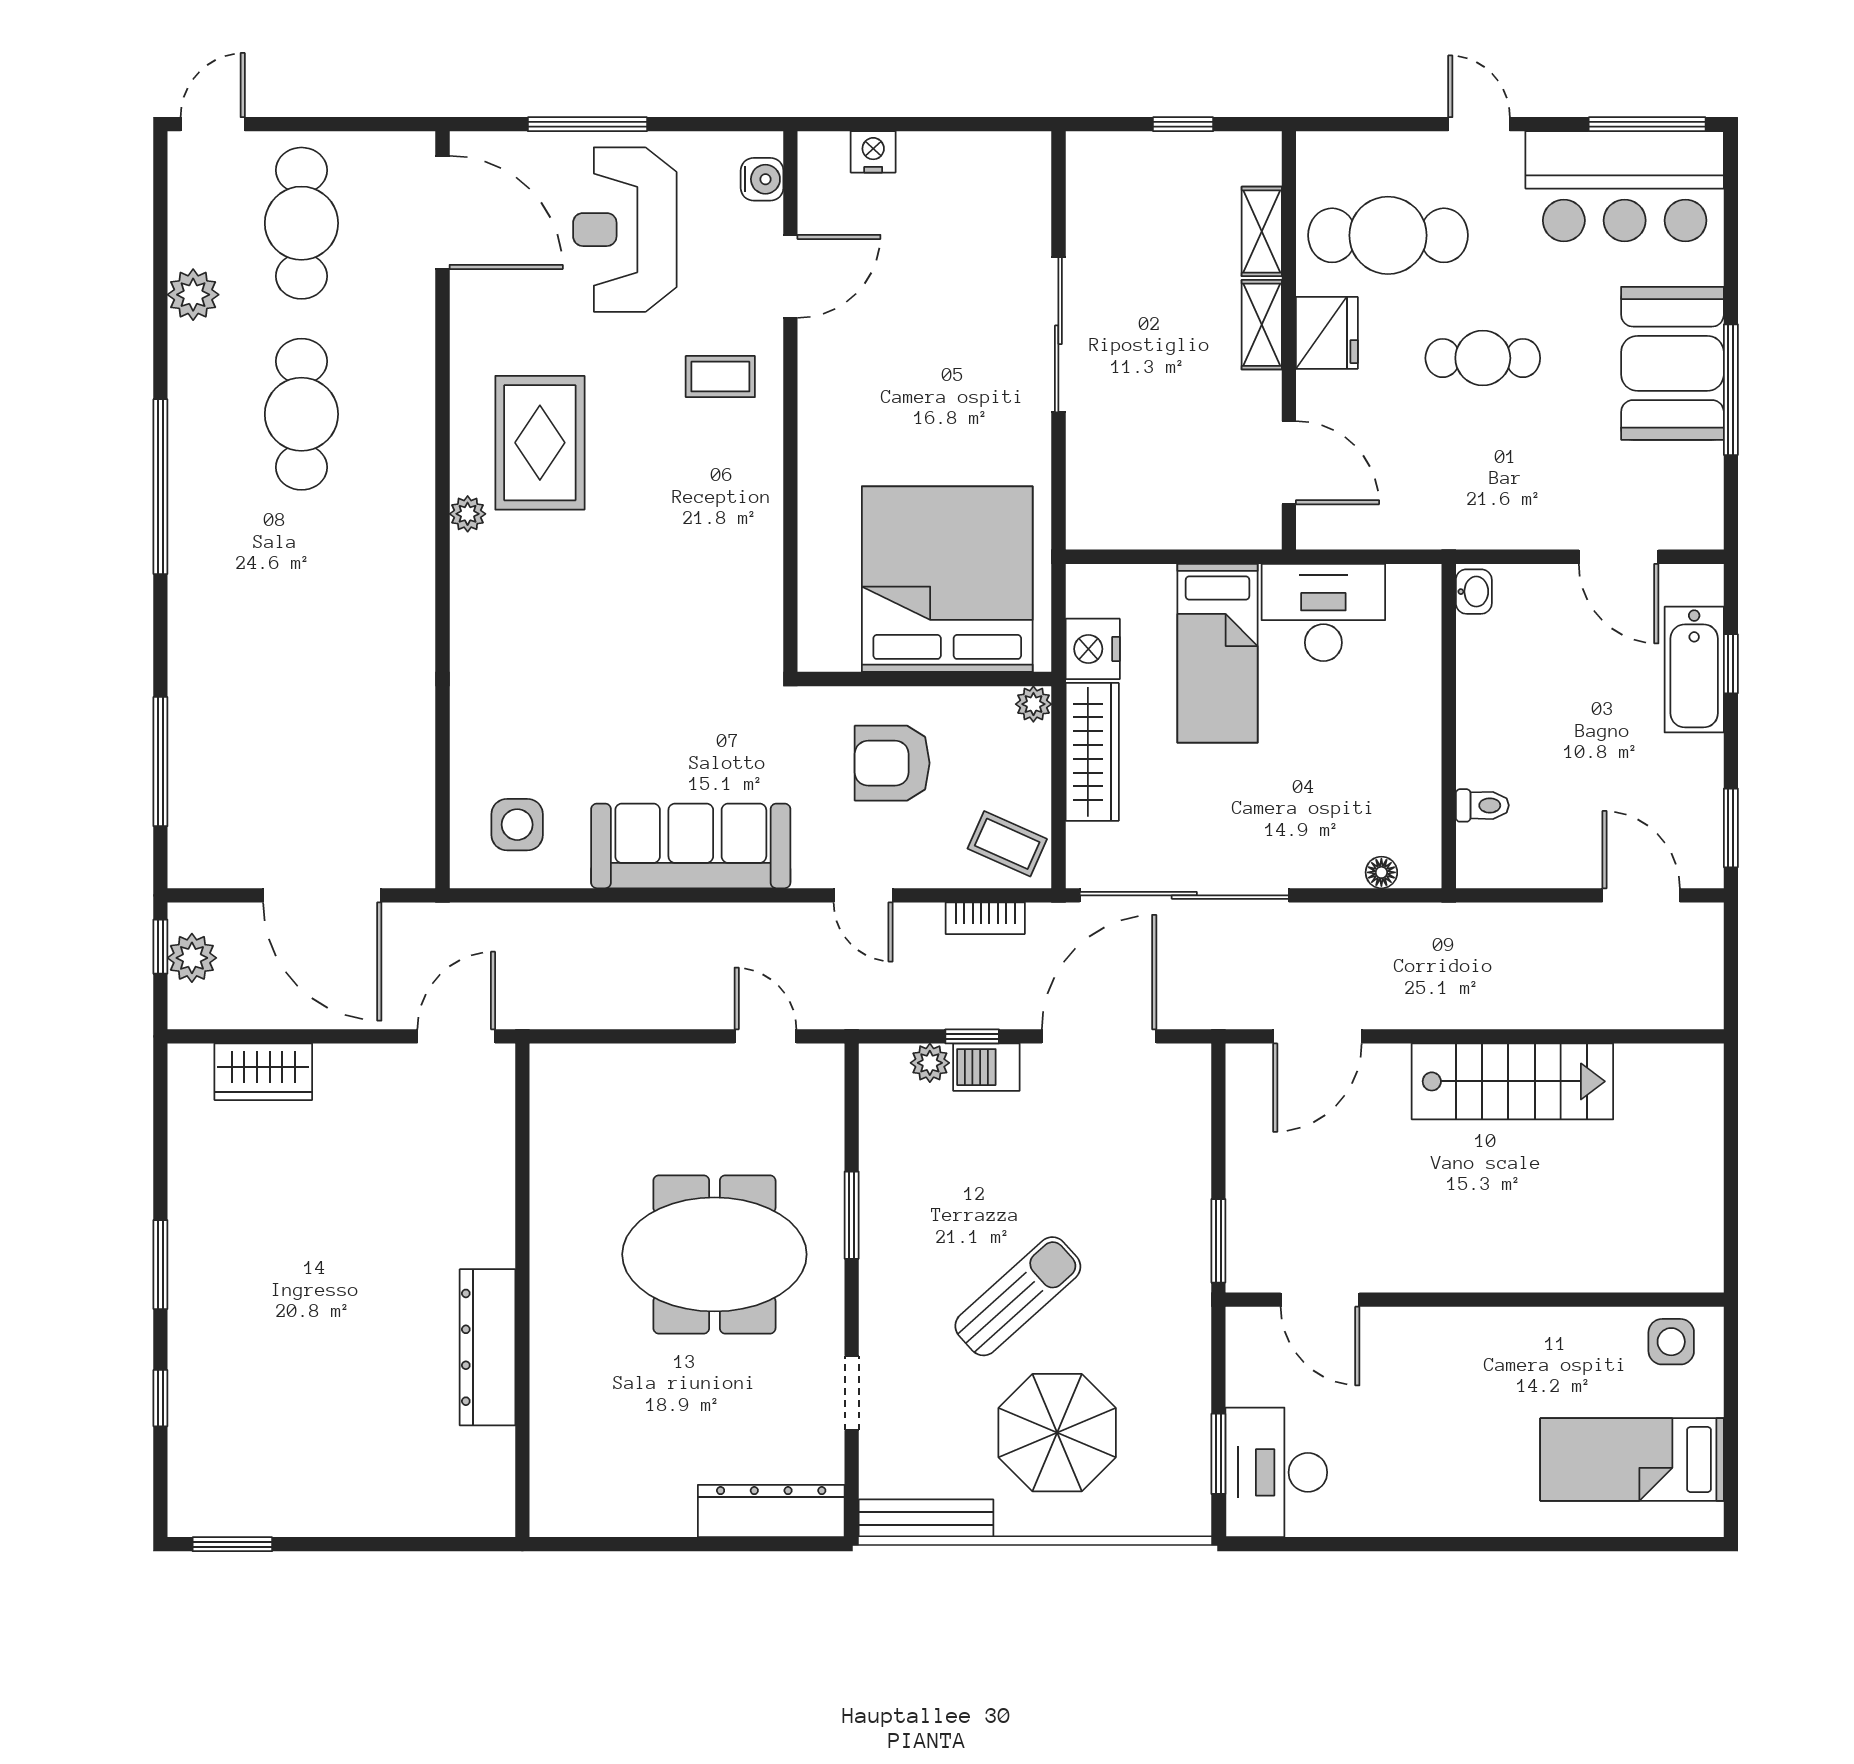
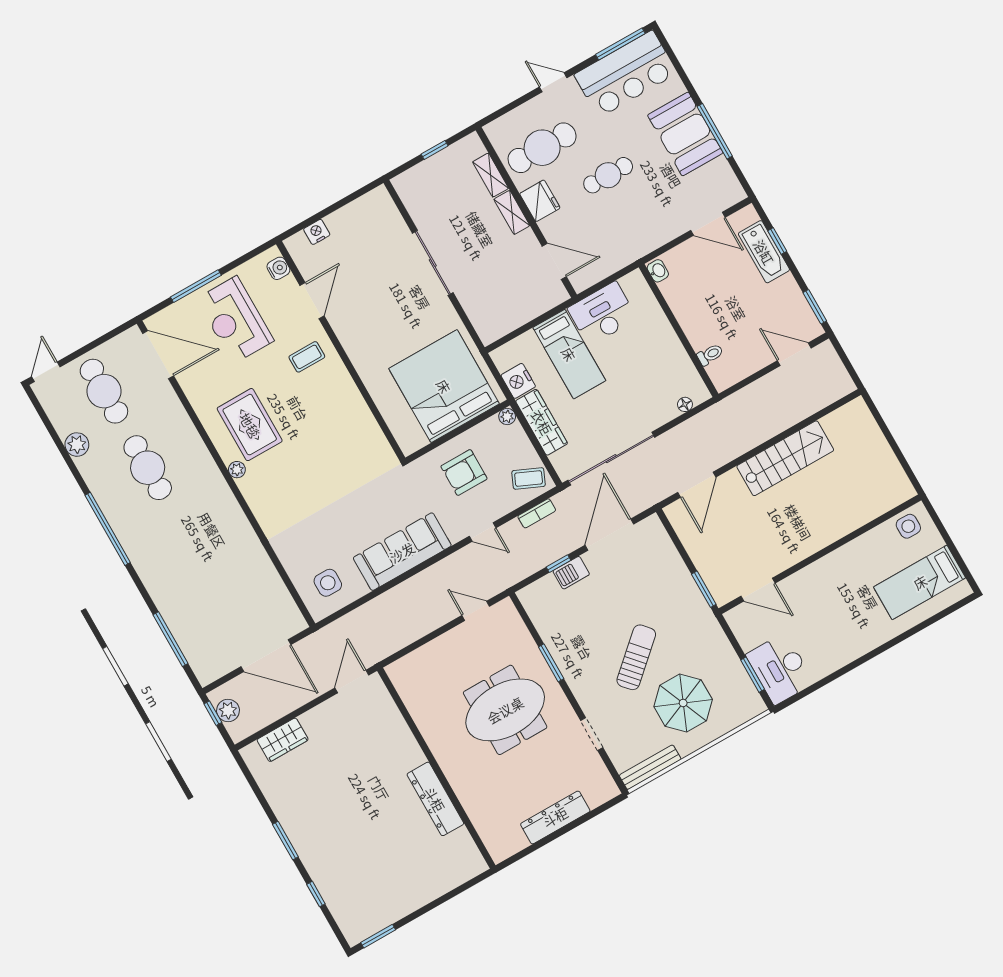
plant: (930, 1063) -> (548, 584), removed
dresser: (771, 1511) -> (555, 817), moved

